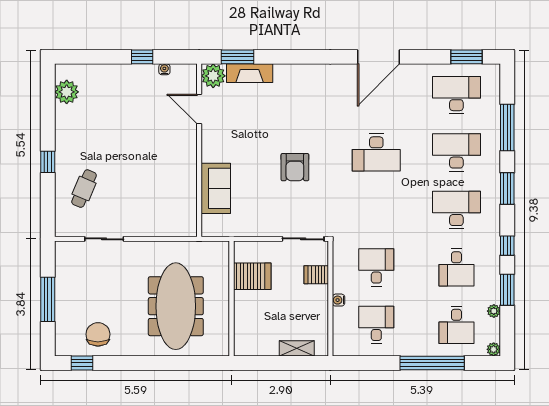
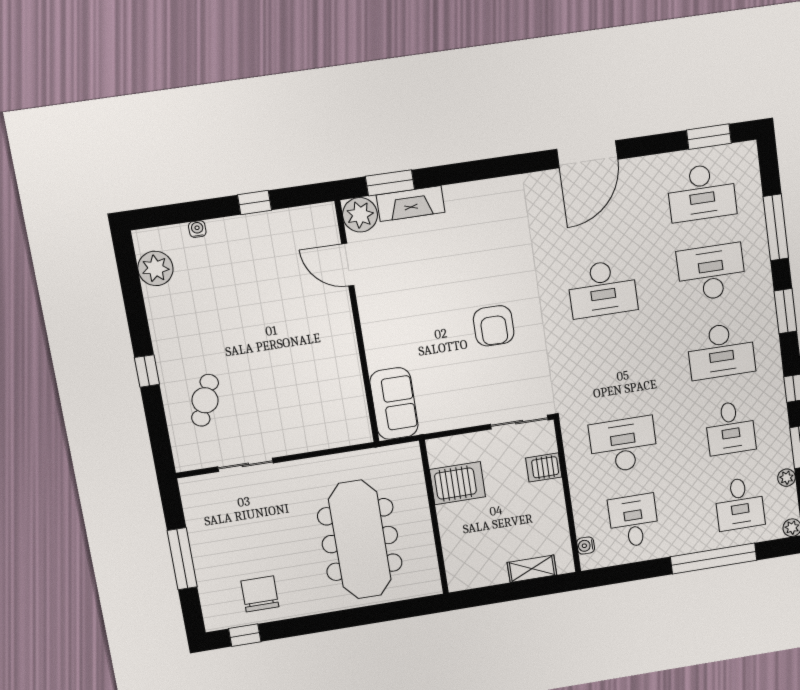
water cooler: (164, 69) -> (197, 229), moved
desk: (456, 95) -> (702, 192), turned 180
sofa: (216, 188) -> (394, 404), moved
desk: (456, 210) -> (721, 351), turned 180
desk: (376, 267) -> (623, 445), width x1.37
water cooler: (339, 300) -> (586, 546), moved

